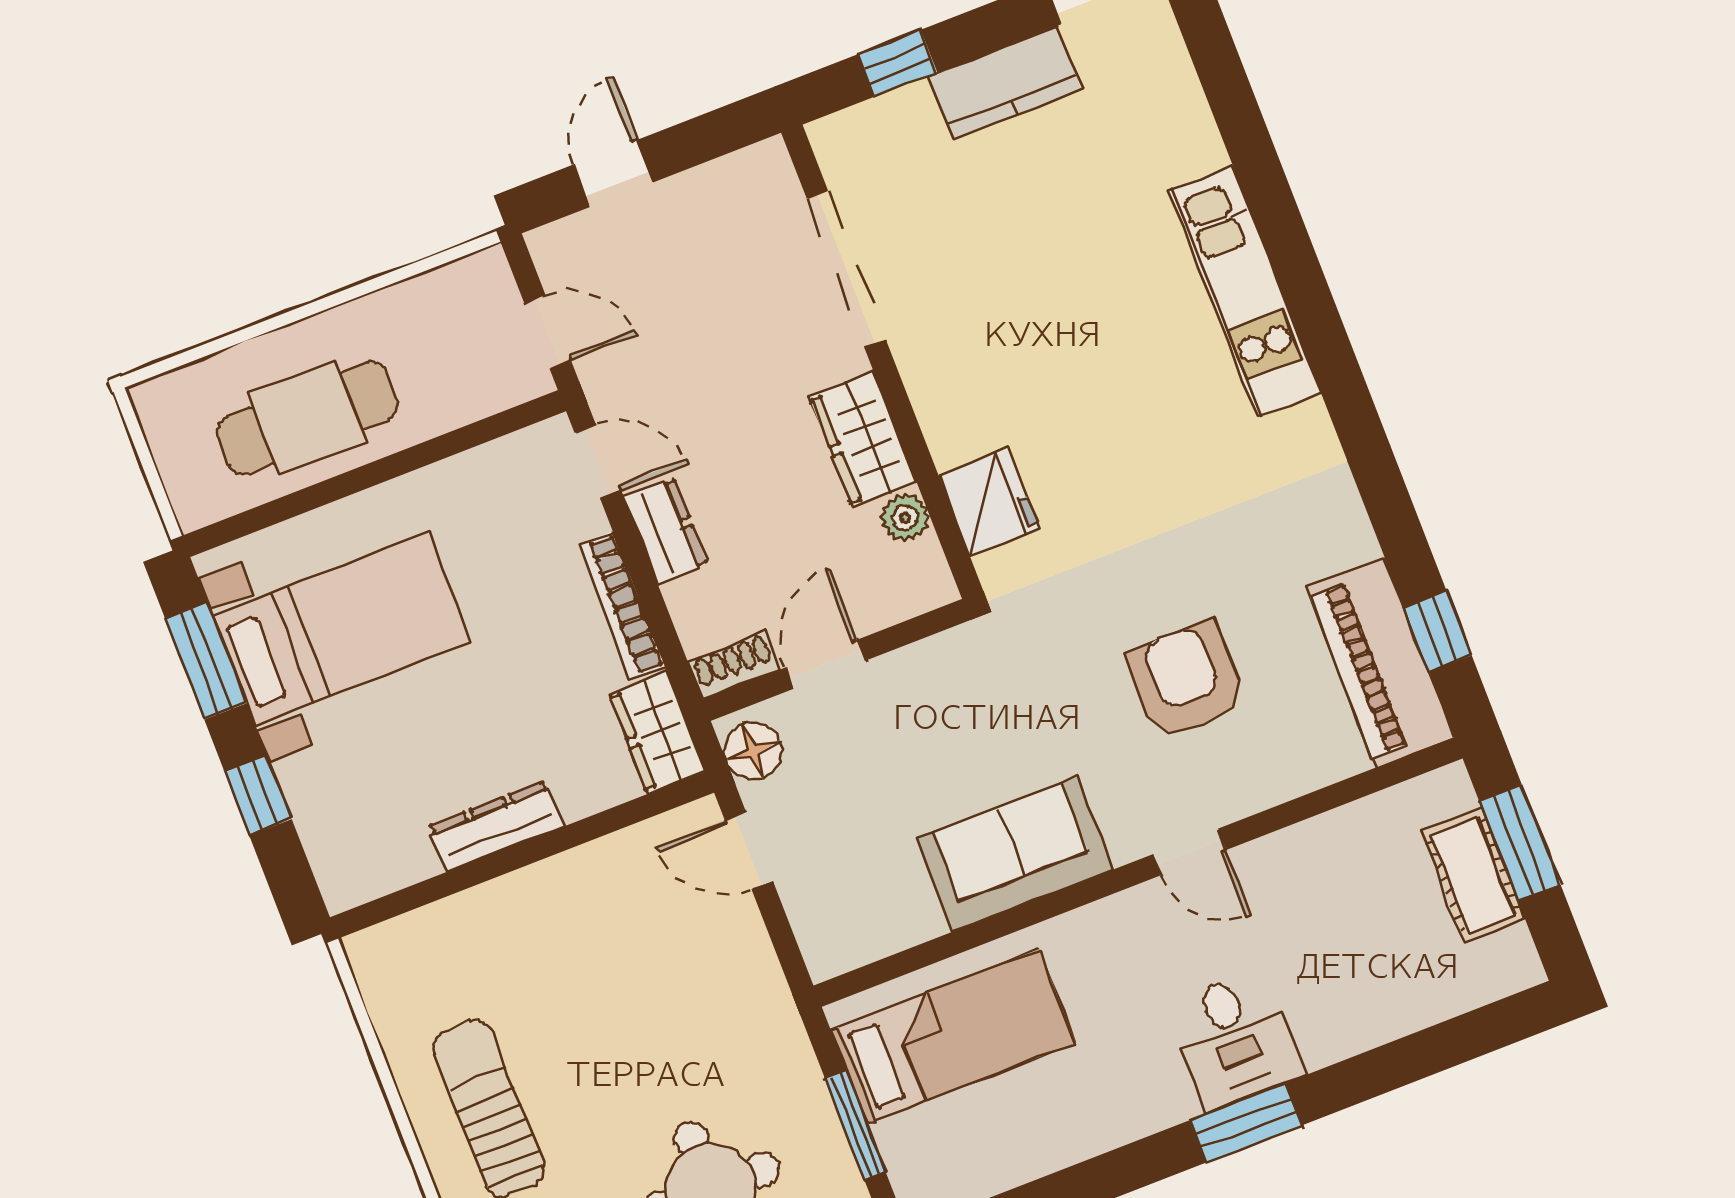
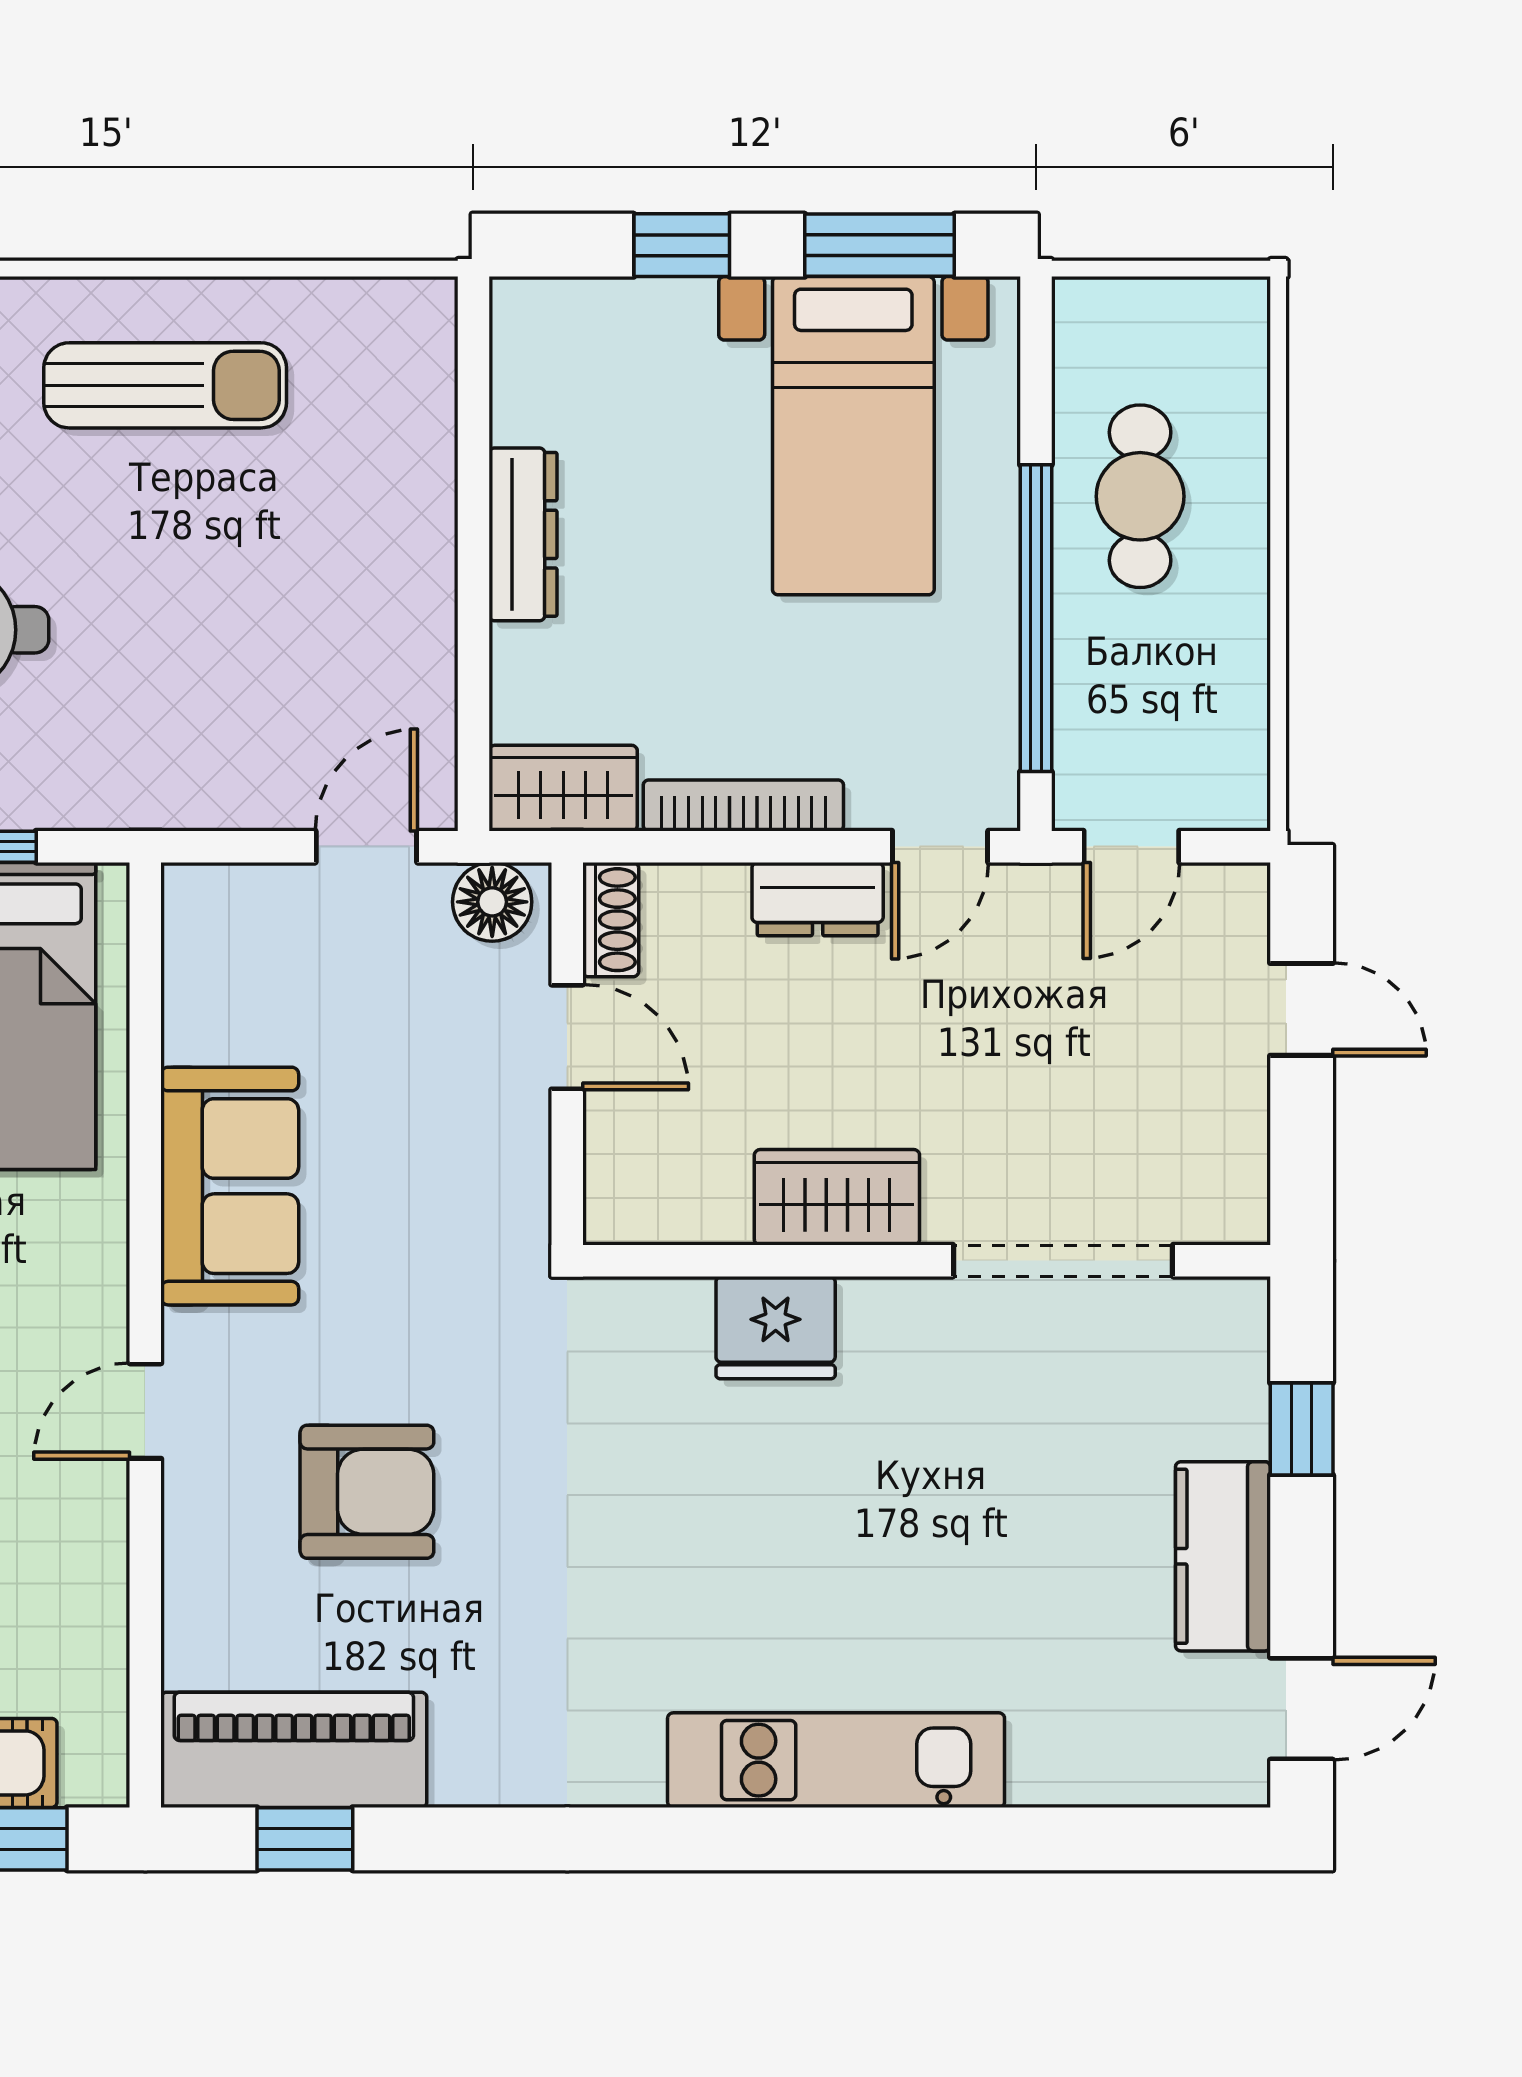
cafe table: (308, 418) -> (1140, 496), width x0.73, depth x0.74
window: (418, 457) -> (1036, 618), added
fridge: (989, 502) -> (776, 1328), moved
plant: (905, 517) -> (716, 1213), removed

